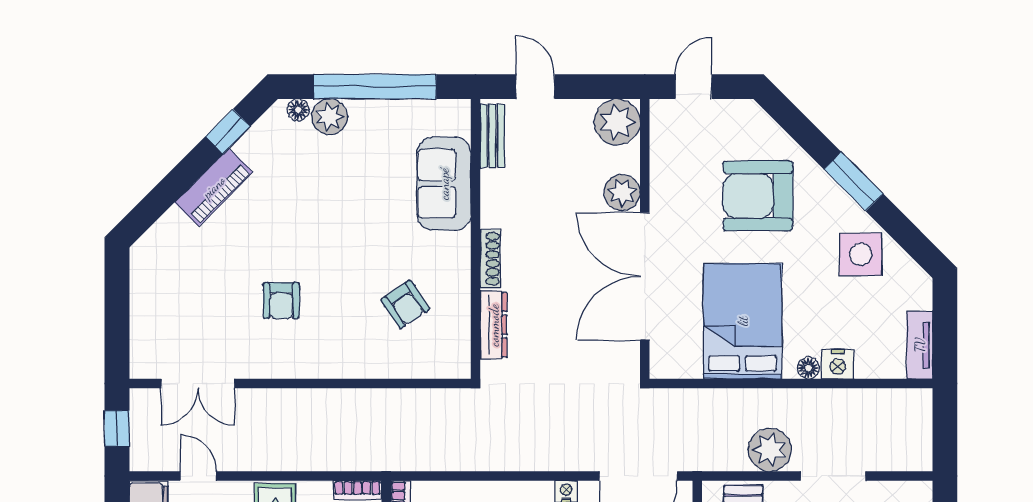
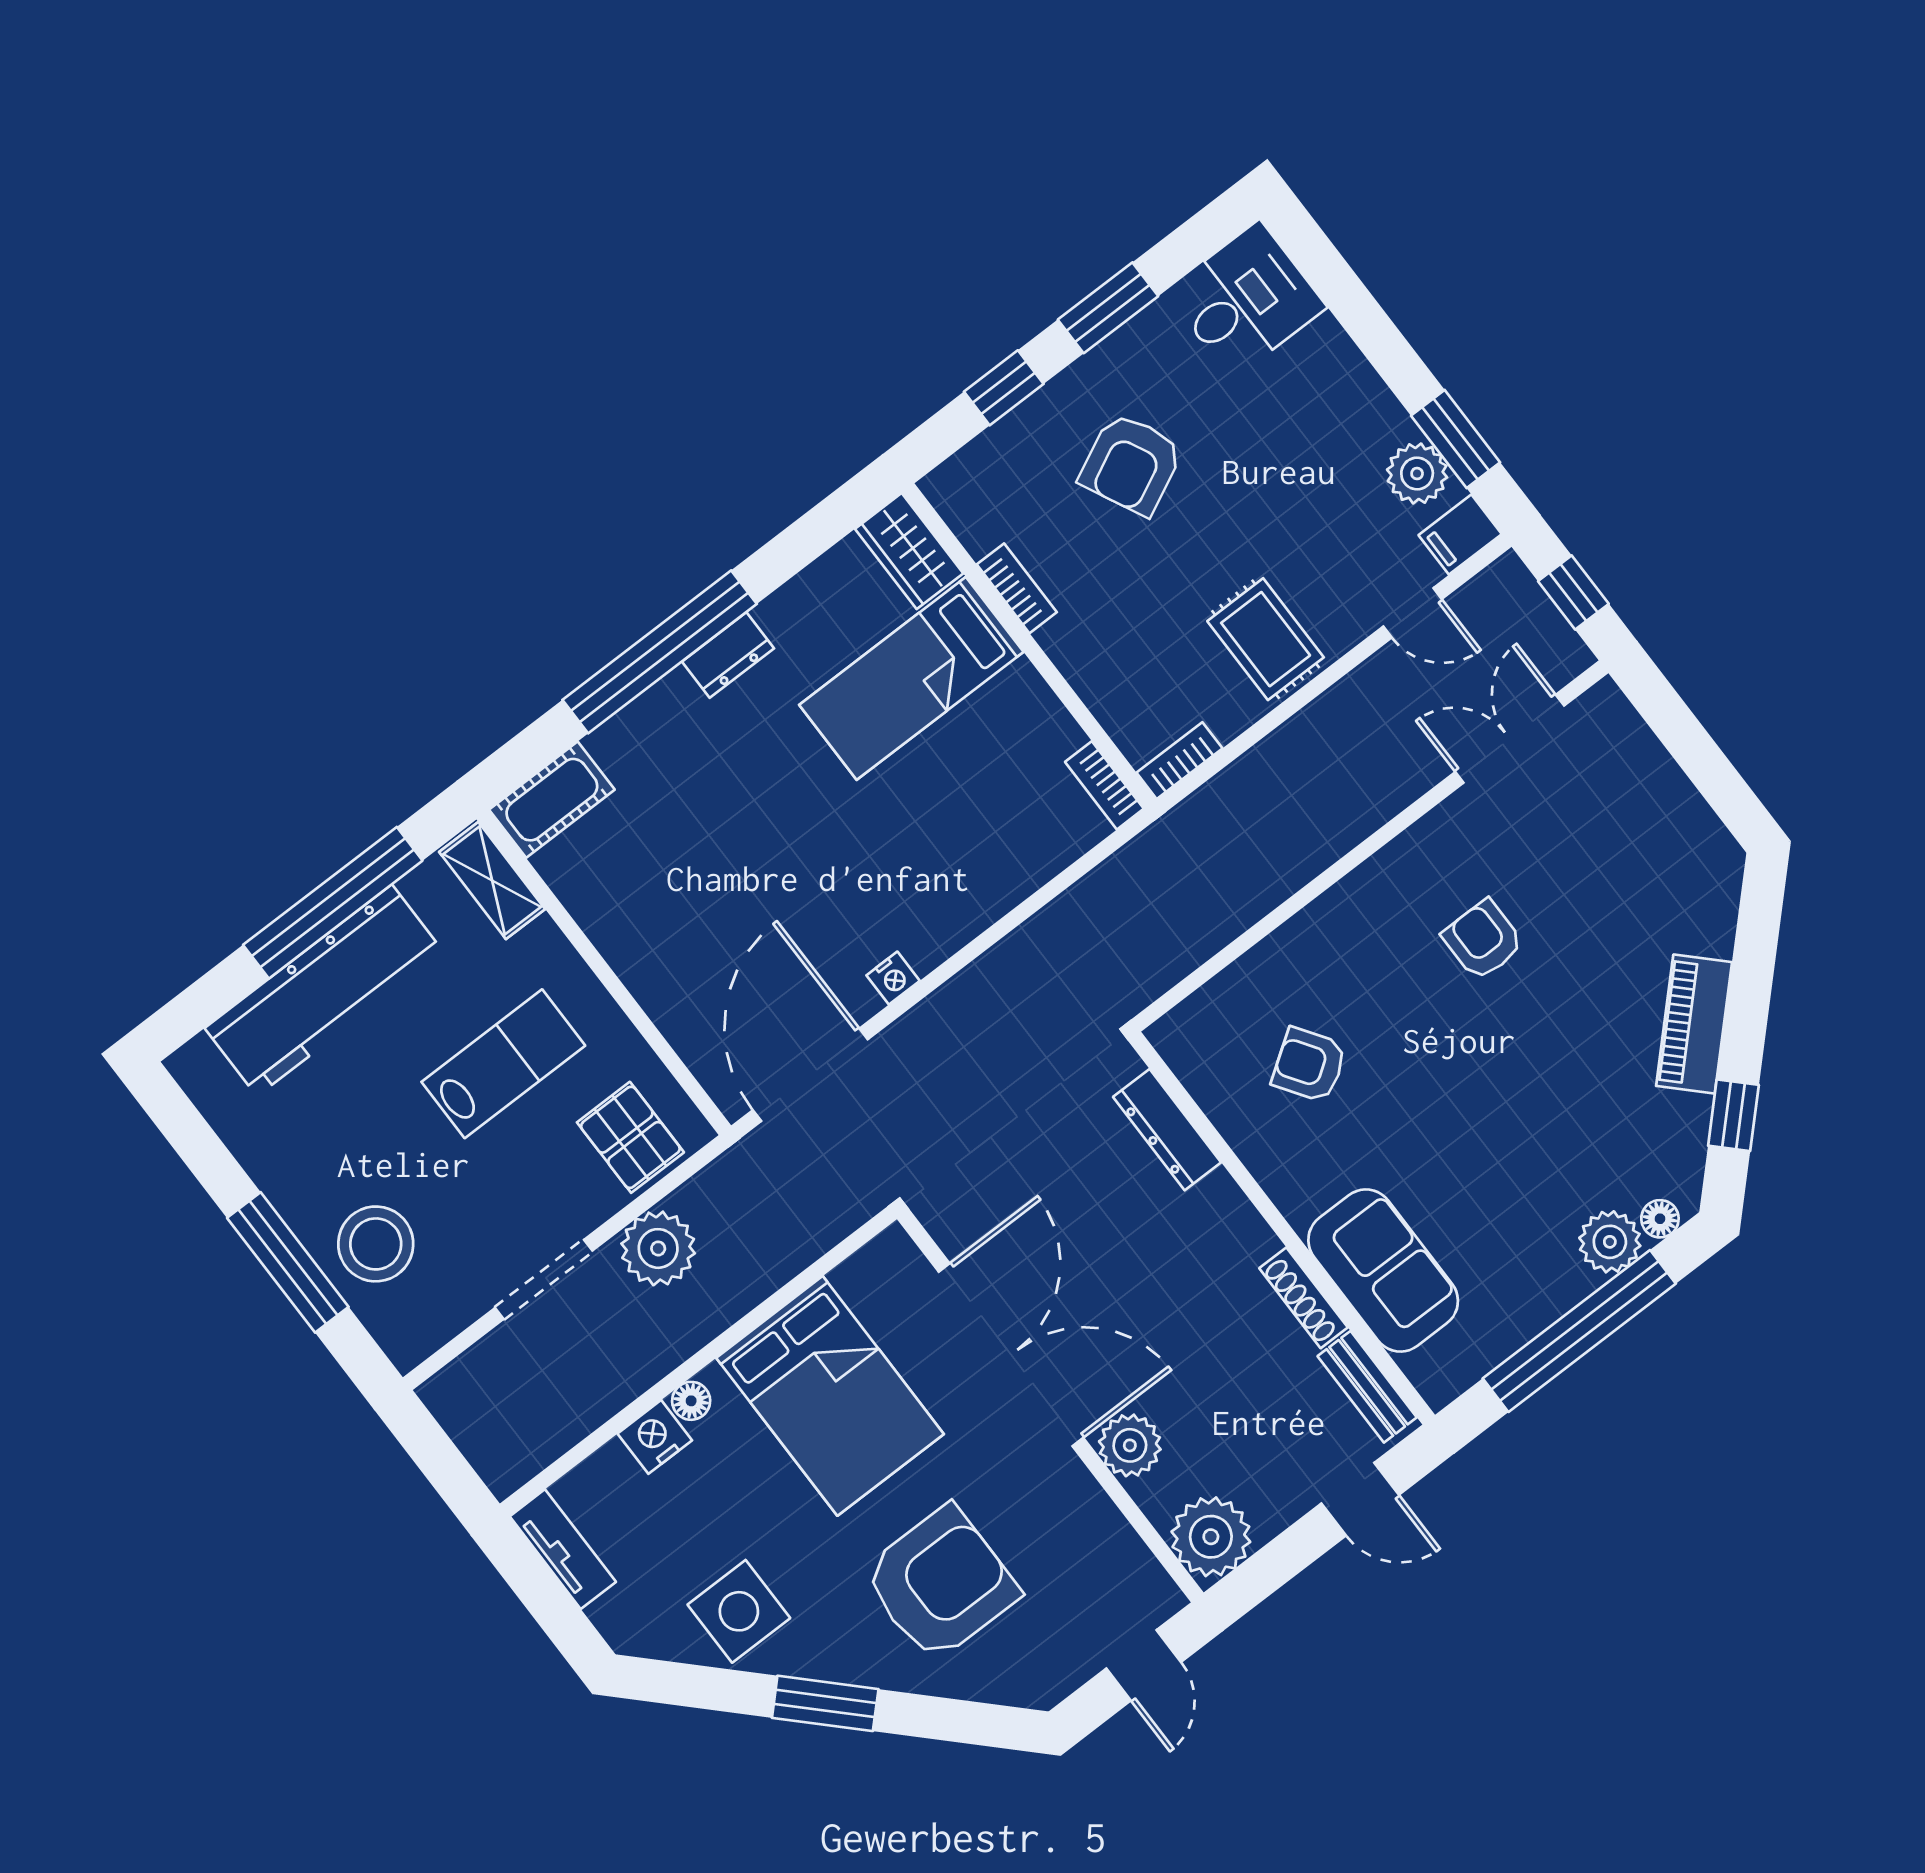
shoe rack: (490, 259) -> (1304, 1298), moved

